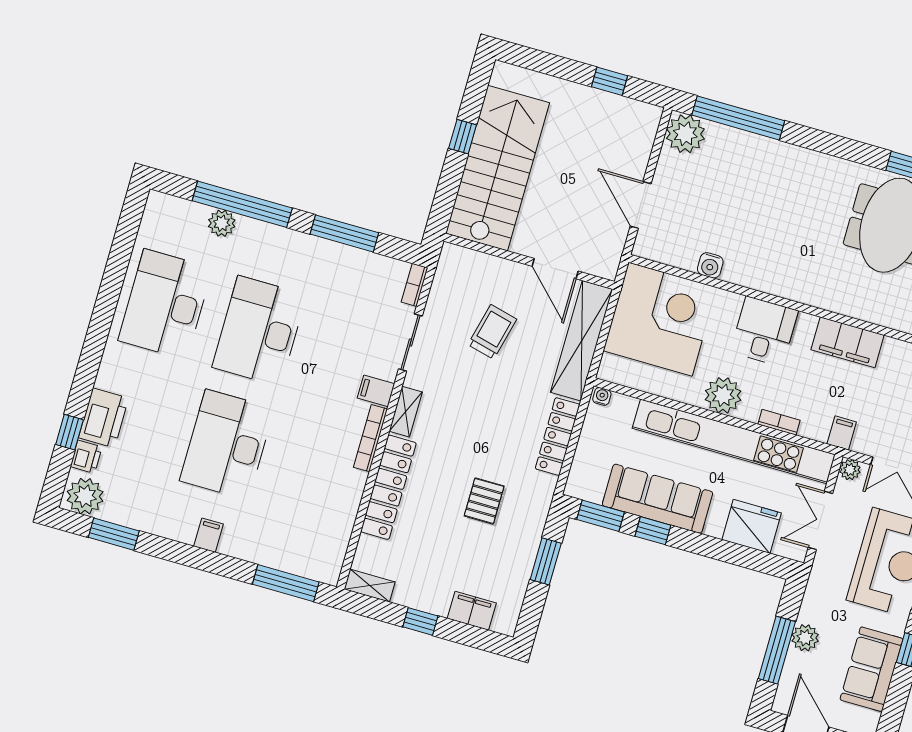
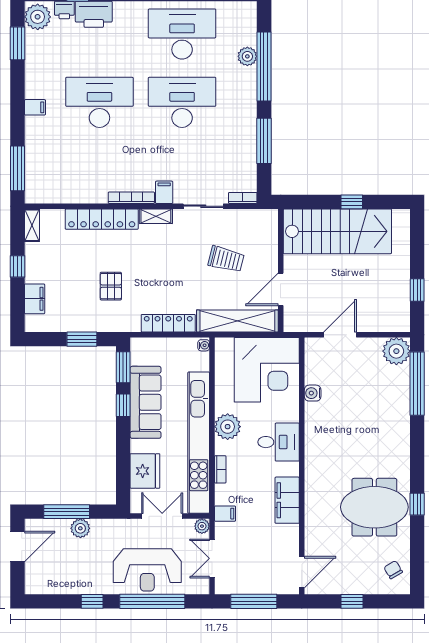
pallet: (484, 501) -> (111, 286), turned 90
sofa: (871, 669) -> (72, 579), removed

